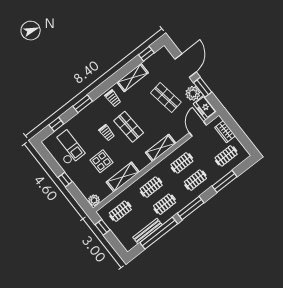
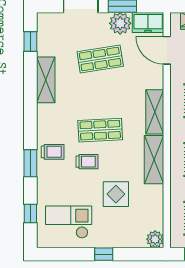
trolley: (113, 98) -> (53, 152), moved
shelving: (123, 177) -> (154, 160), moved

